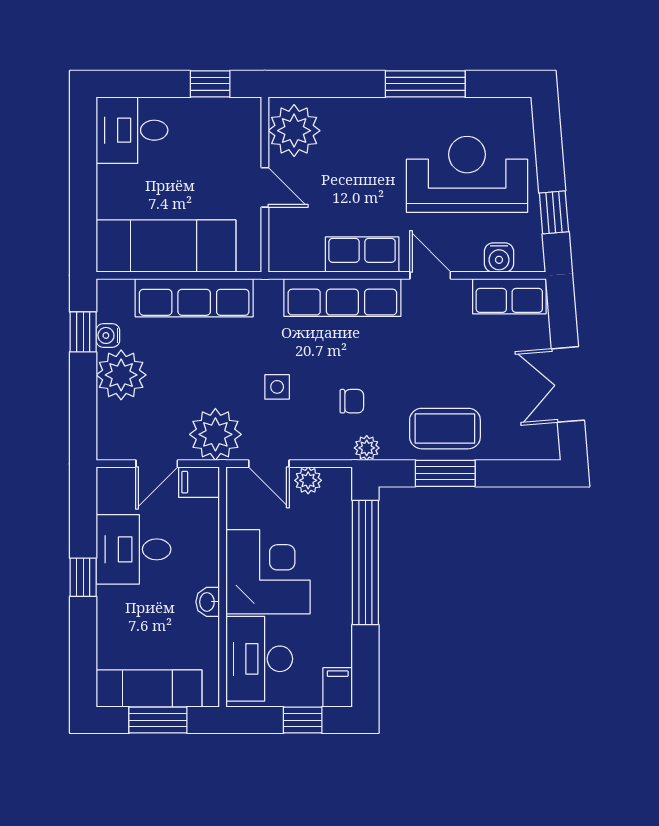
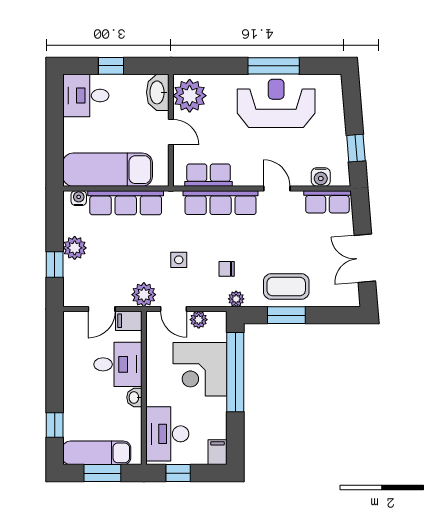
window: (210, 84) -> (111, 66), moved
washbasin: (244, 125) -> (158, 92), added
reception desk: (467, 174) -> (276, 103), moved
row of seats: (362, 255) -> (209, 175), moved
window: (83, 332) -> (55, 264), moved
water cooler: (108, 335) -> (79, 198), moved, turned 90
plant: (121, 375) -> (75, 248), width x0.73, depth x0.73
chair: (352, 401) -> (227, 269), turned 180
plant: (215, 434) -> (144, 295), width x0.73, depth x0.73
desk: (133, 549) -> (118, 364), moved, turned 180
corner desk: (268, 572) -> (200, 369), moved, turned 180
window: (83, 577) -> (55, 425), moved
window: (303, 720) -> (178, 473), moved

